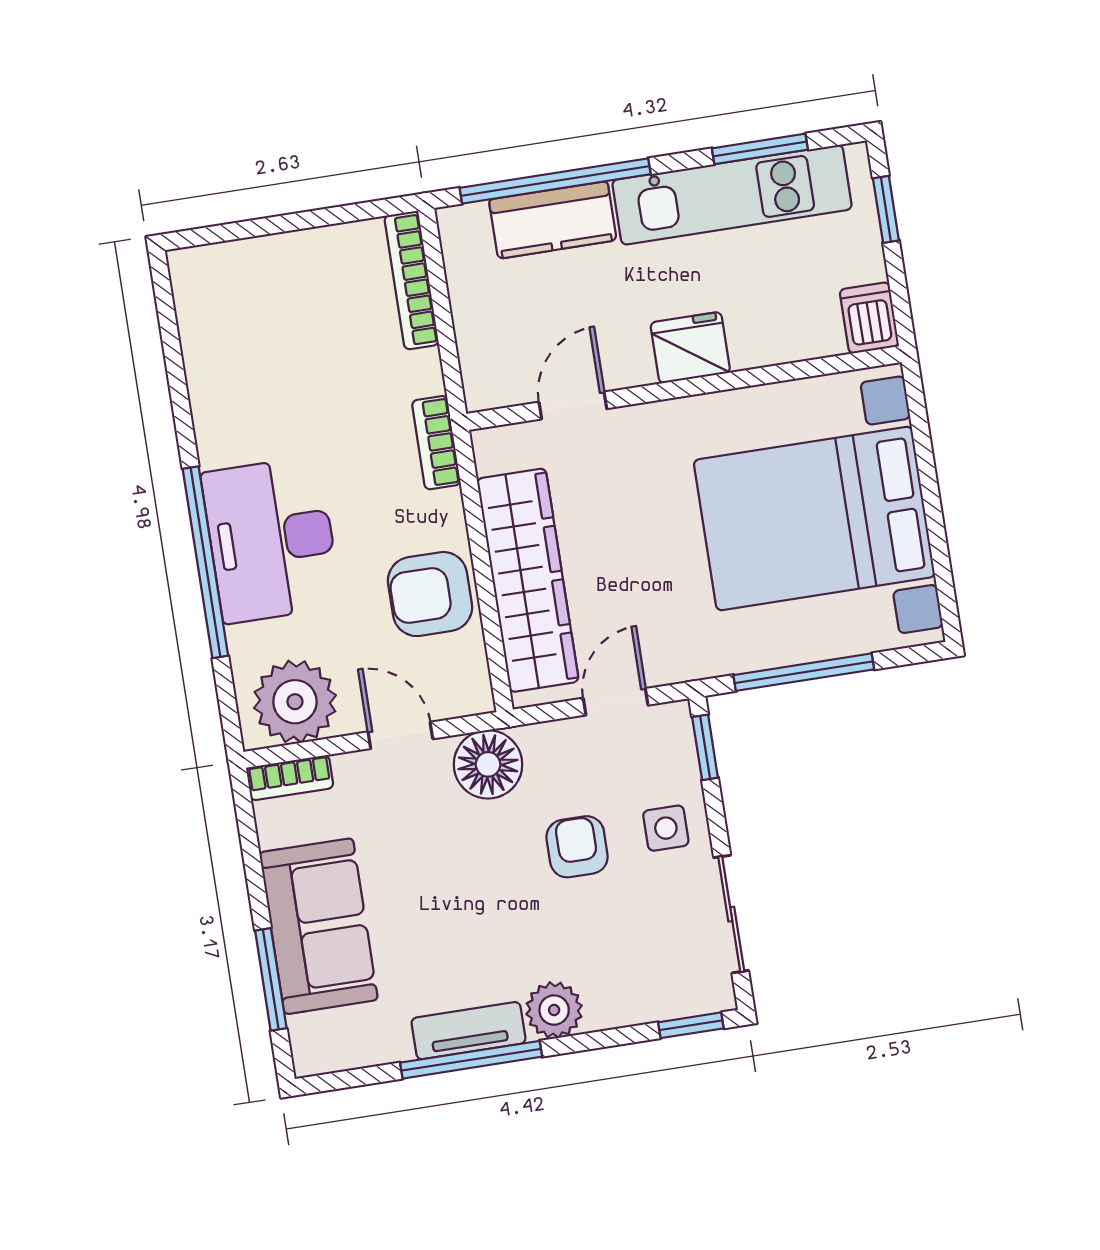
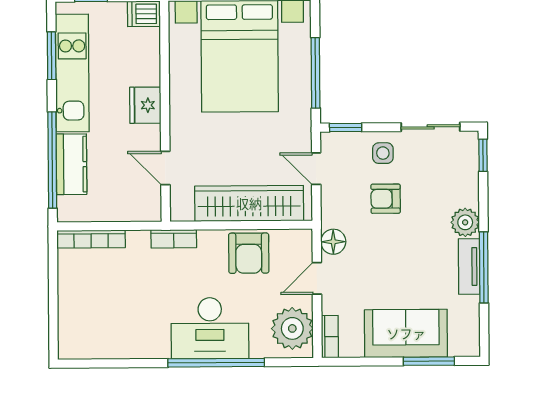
floor lamp: (488, 764) -> (333, 242), width x0.73, depth x0.73

